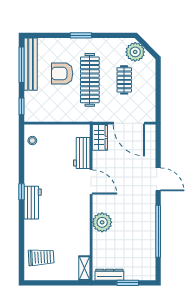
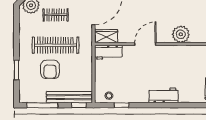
window: (81, 35) -> (16, 70), moved
bench: (31, 64) -> (69, 97), moved
workbench: (82, 153) -> (108, 52), moved
window: (22, 192) -> (122, 105), moved

